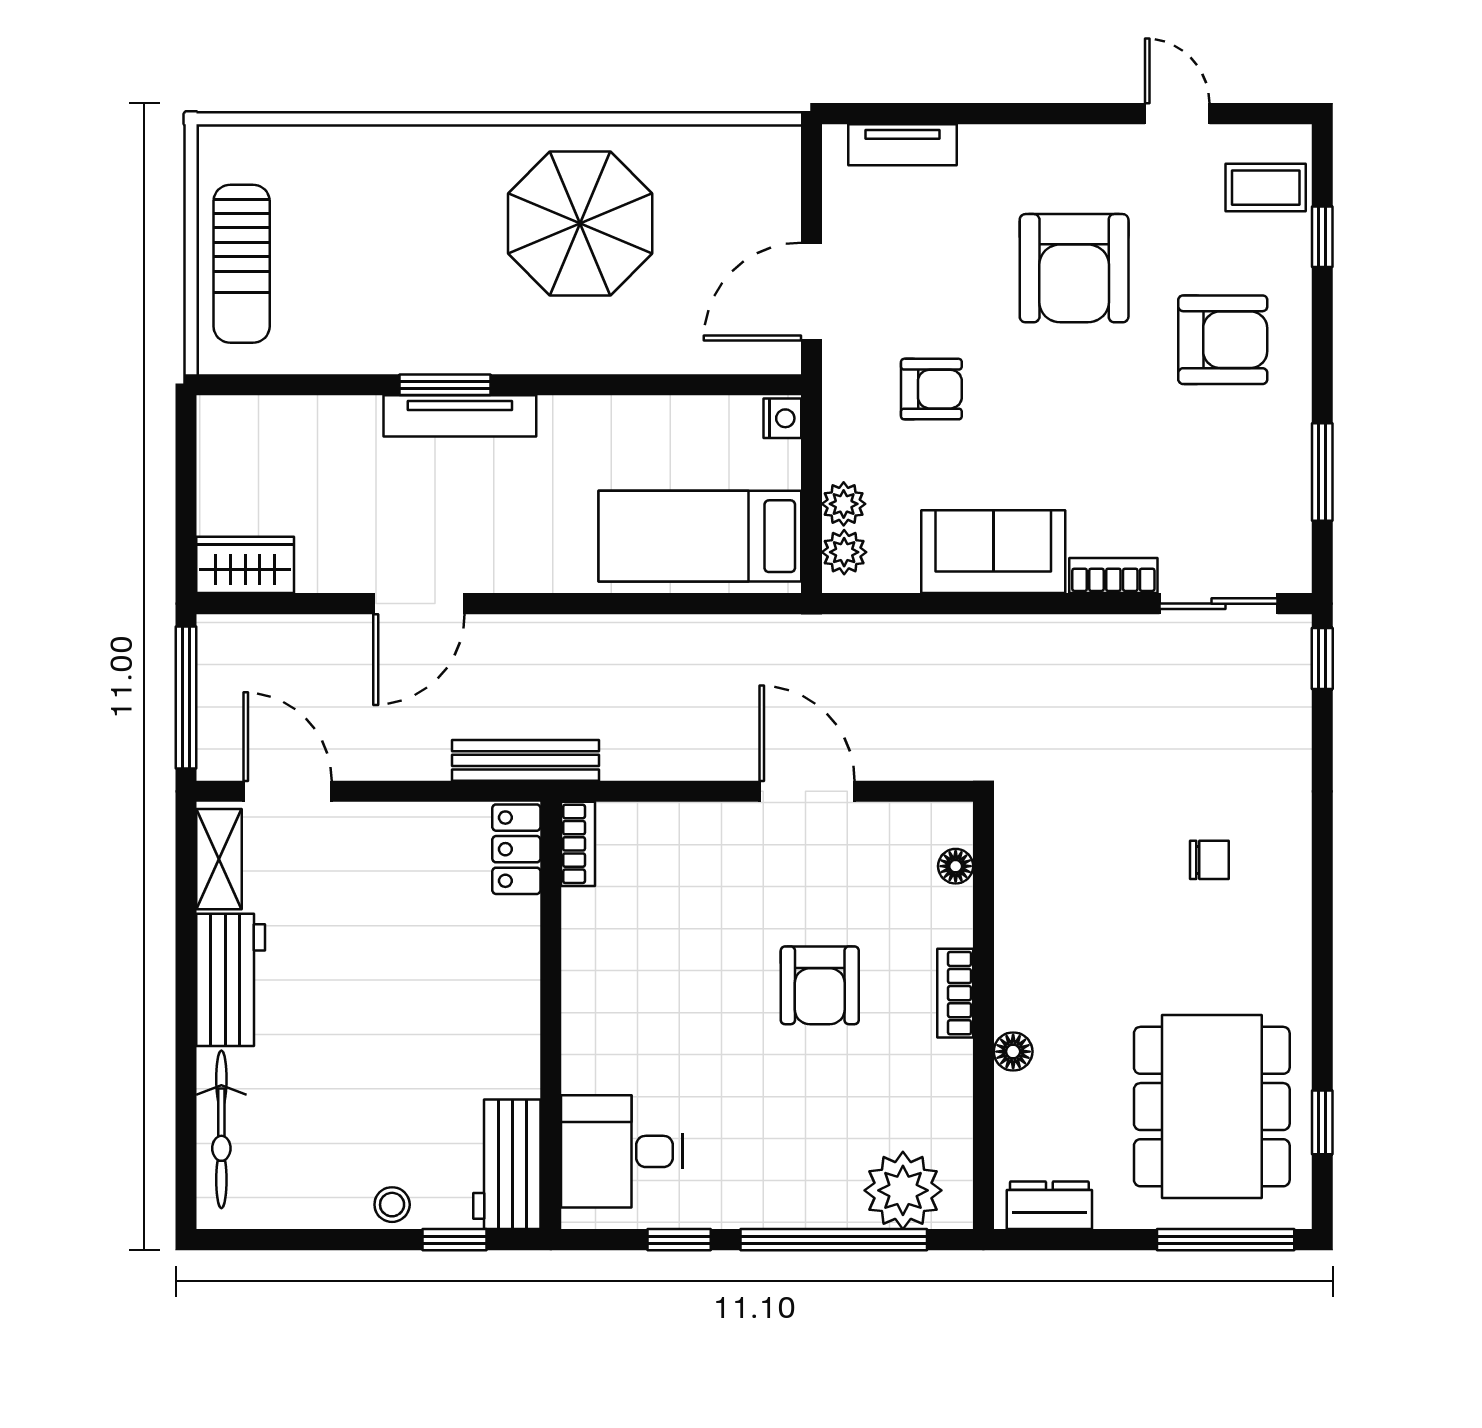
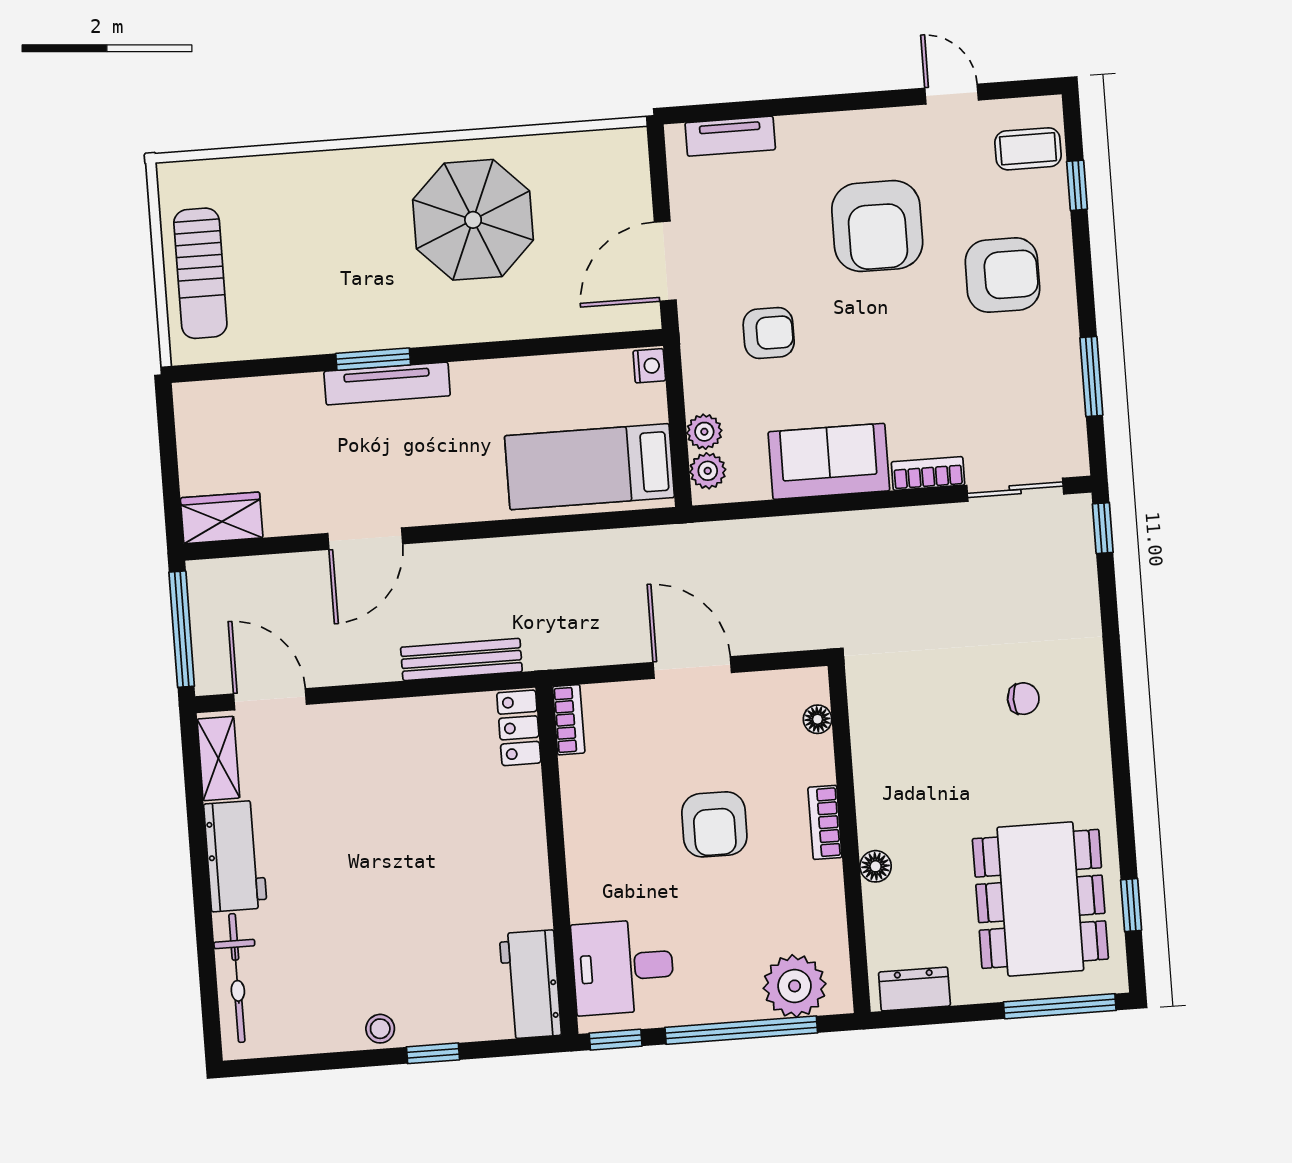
bookcase: (578, 844) -> (569, 720), moved
locker: (516, 849) -> (519, 728), moved
wall: (551, 1015) -> (557, 861), moved
desk: (622, 1151) -> (623, 967), moved
workbench: (507, 1164) -> (530, 984), moved

